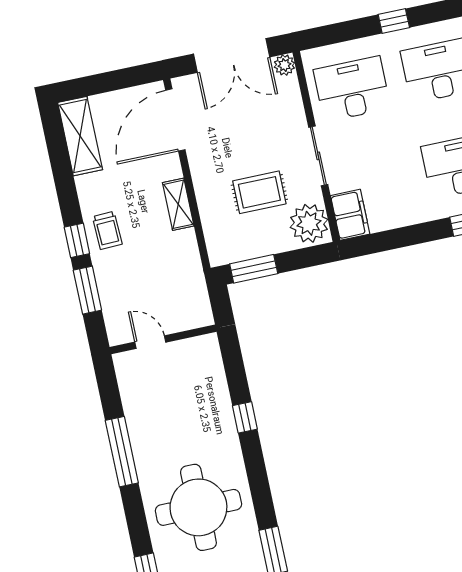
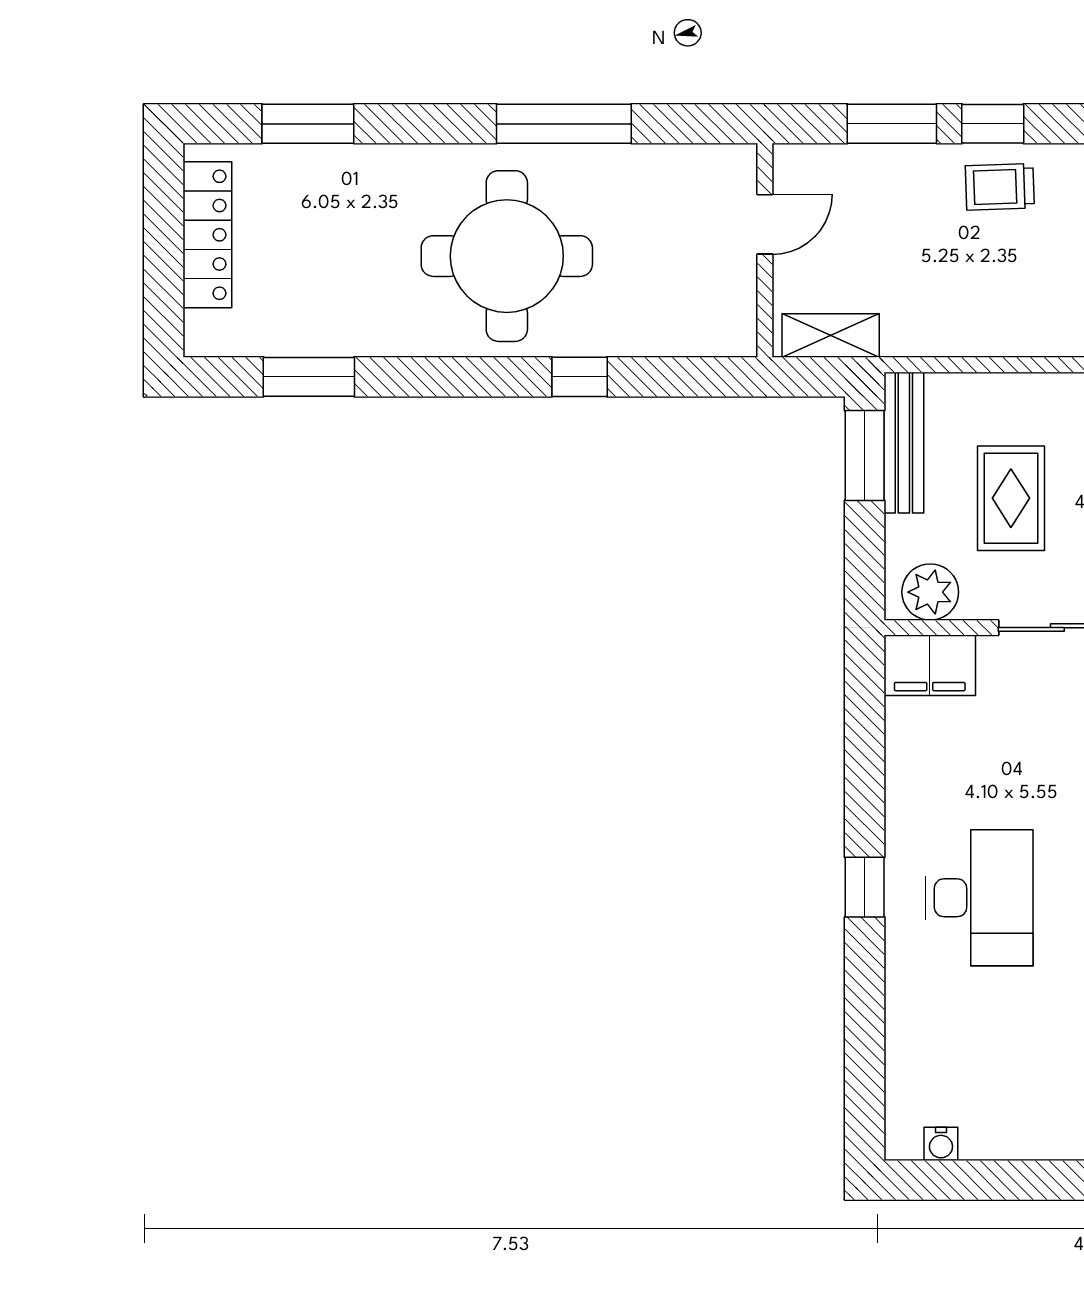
shelving: (178, 204) -> (831, 336), moved
plant: (309, 223) -> (930, 592), width x0.73, depth x0.73
bench: (243, 251) -> (904, 443), added
round table: (198, 507) -> (507, 256), moved

